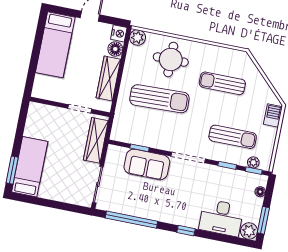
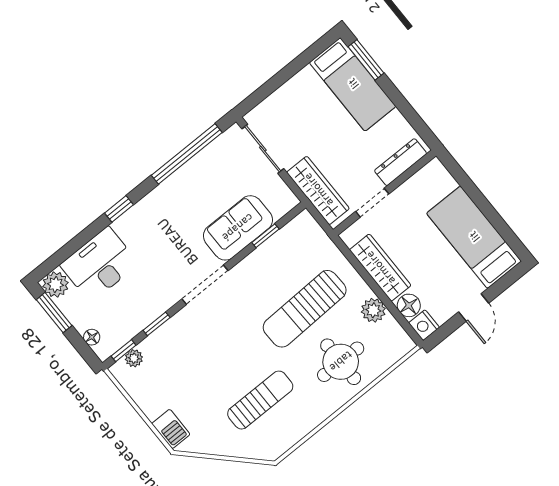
plant: (137, 37) -> (373, 310), moved
dresser: (48, 111) -> (401, 162), added
sun lounger: (233, 137) -> (186, 359), removed

